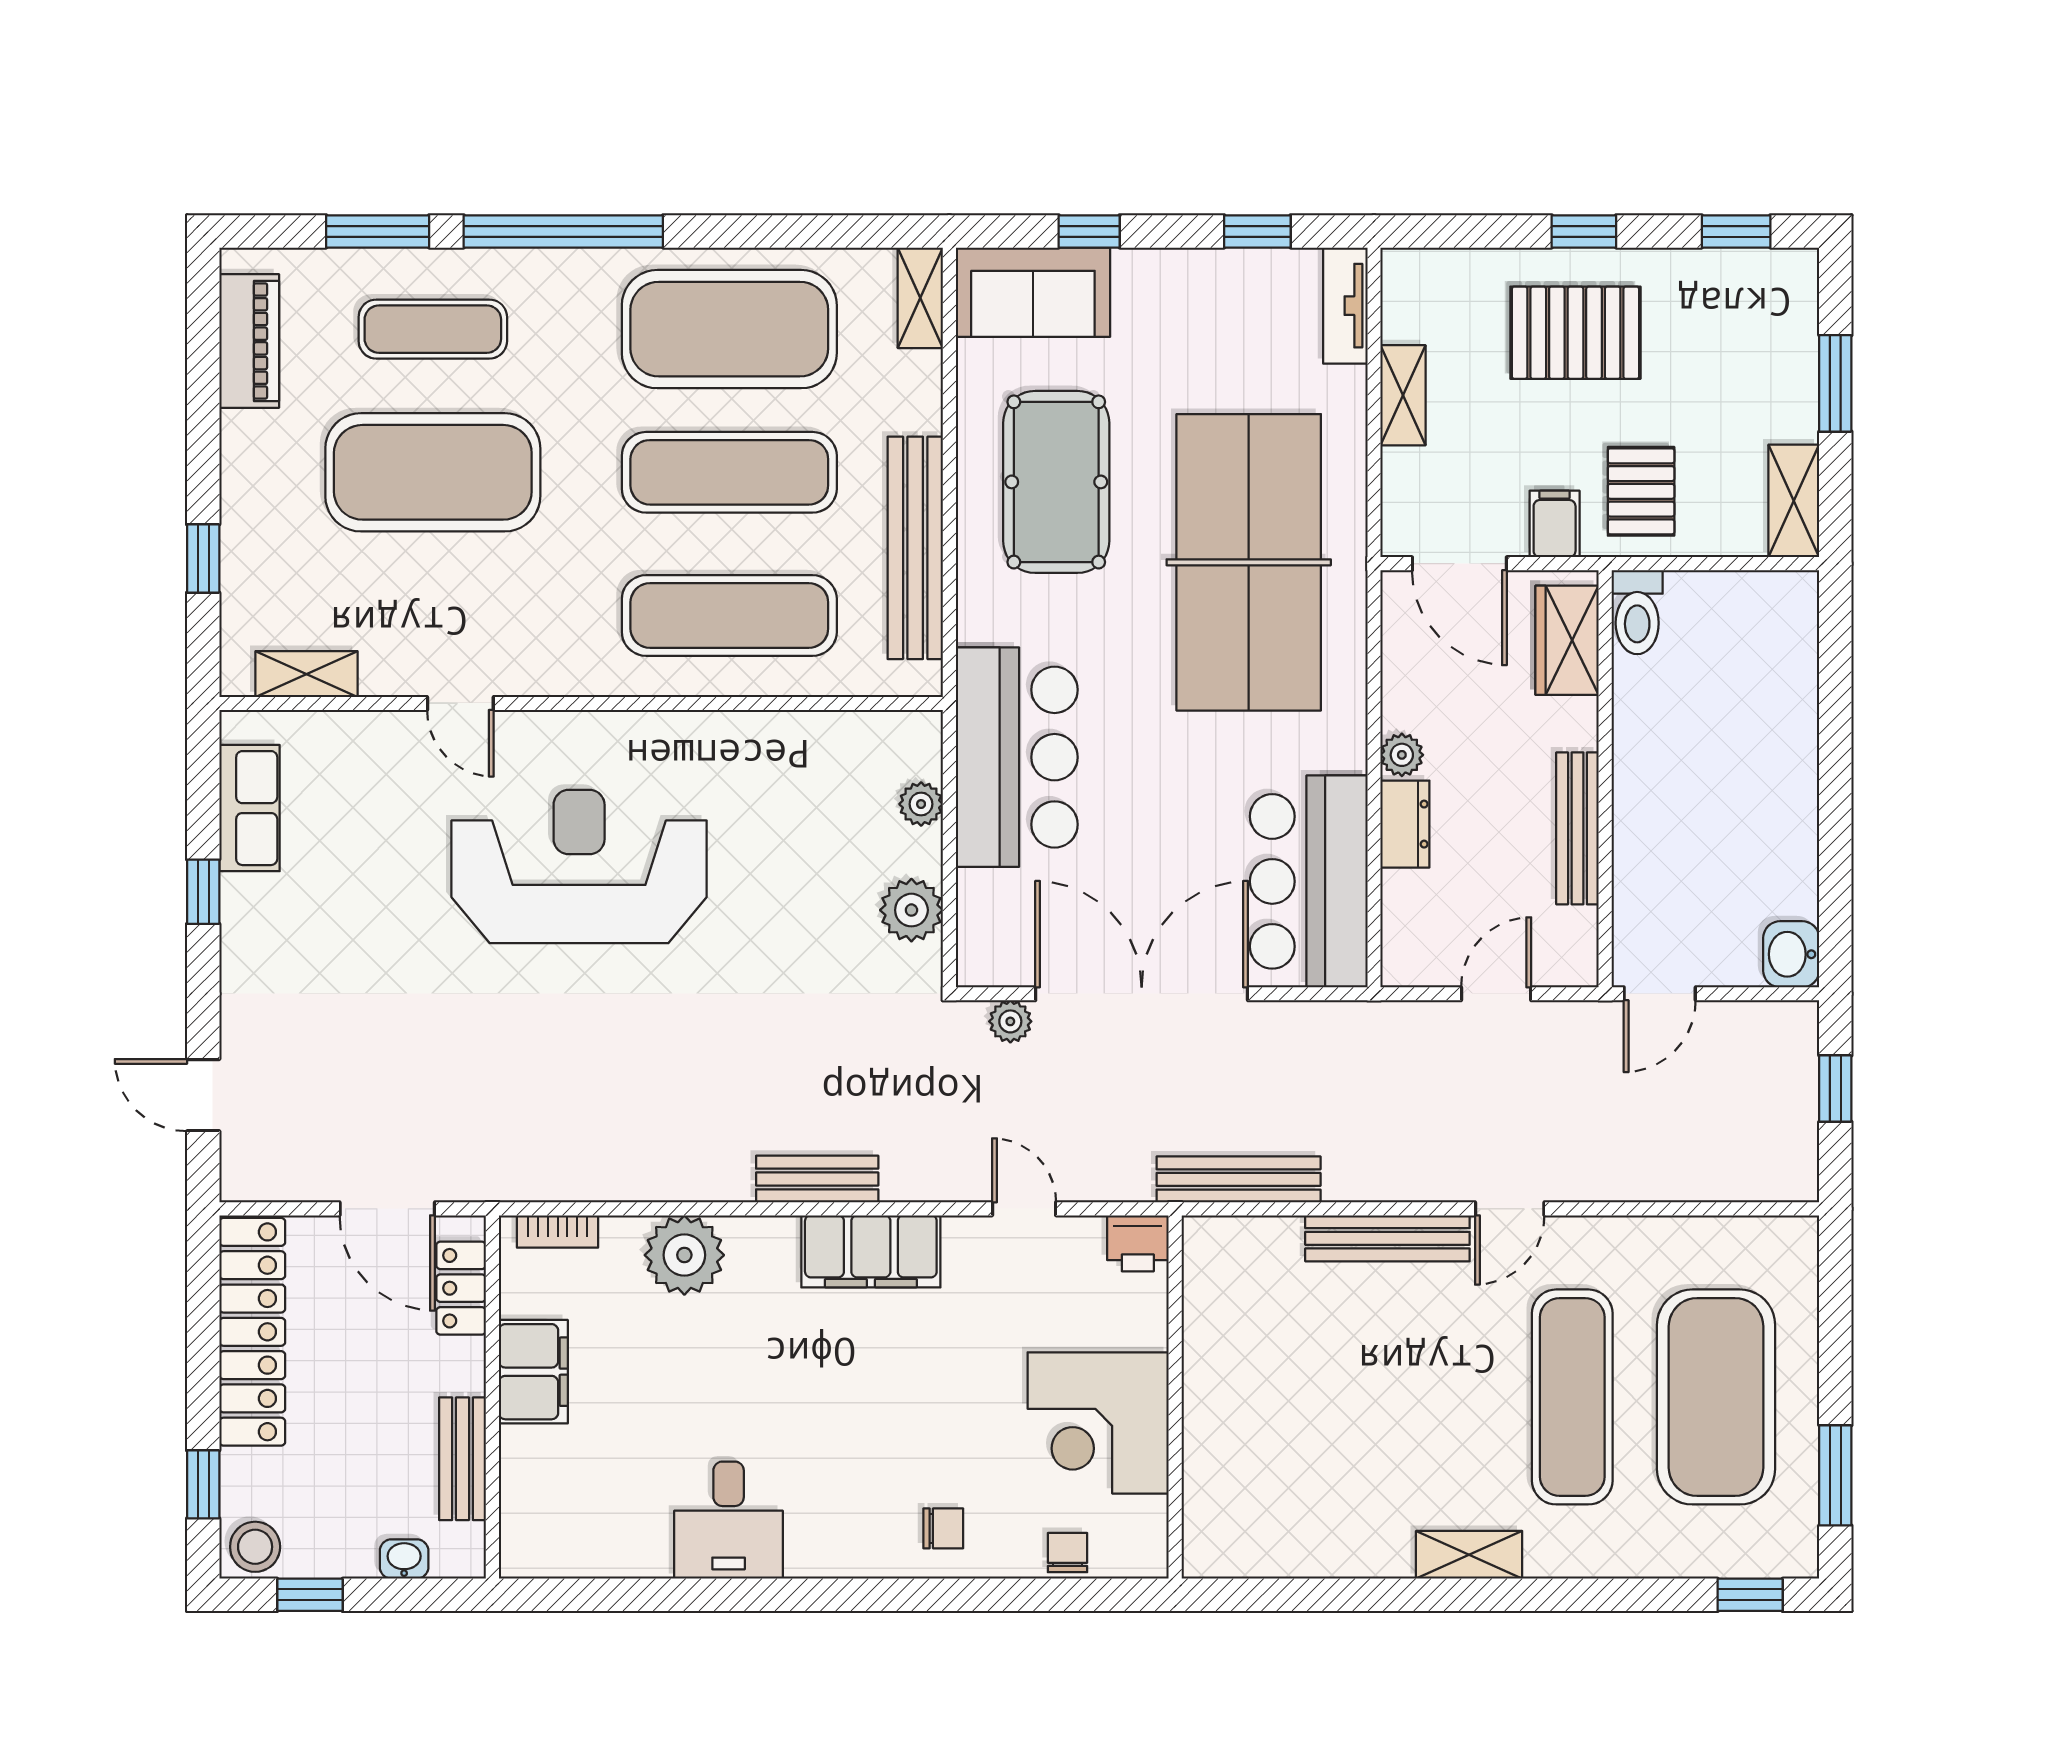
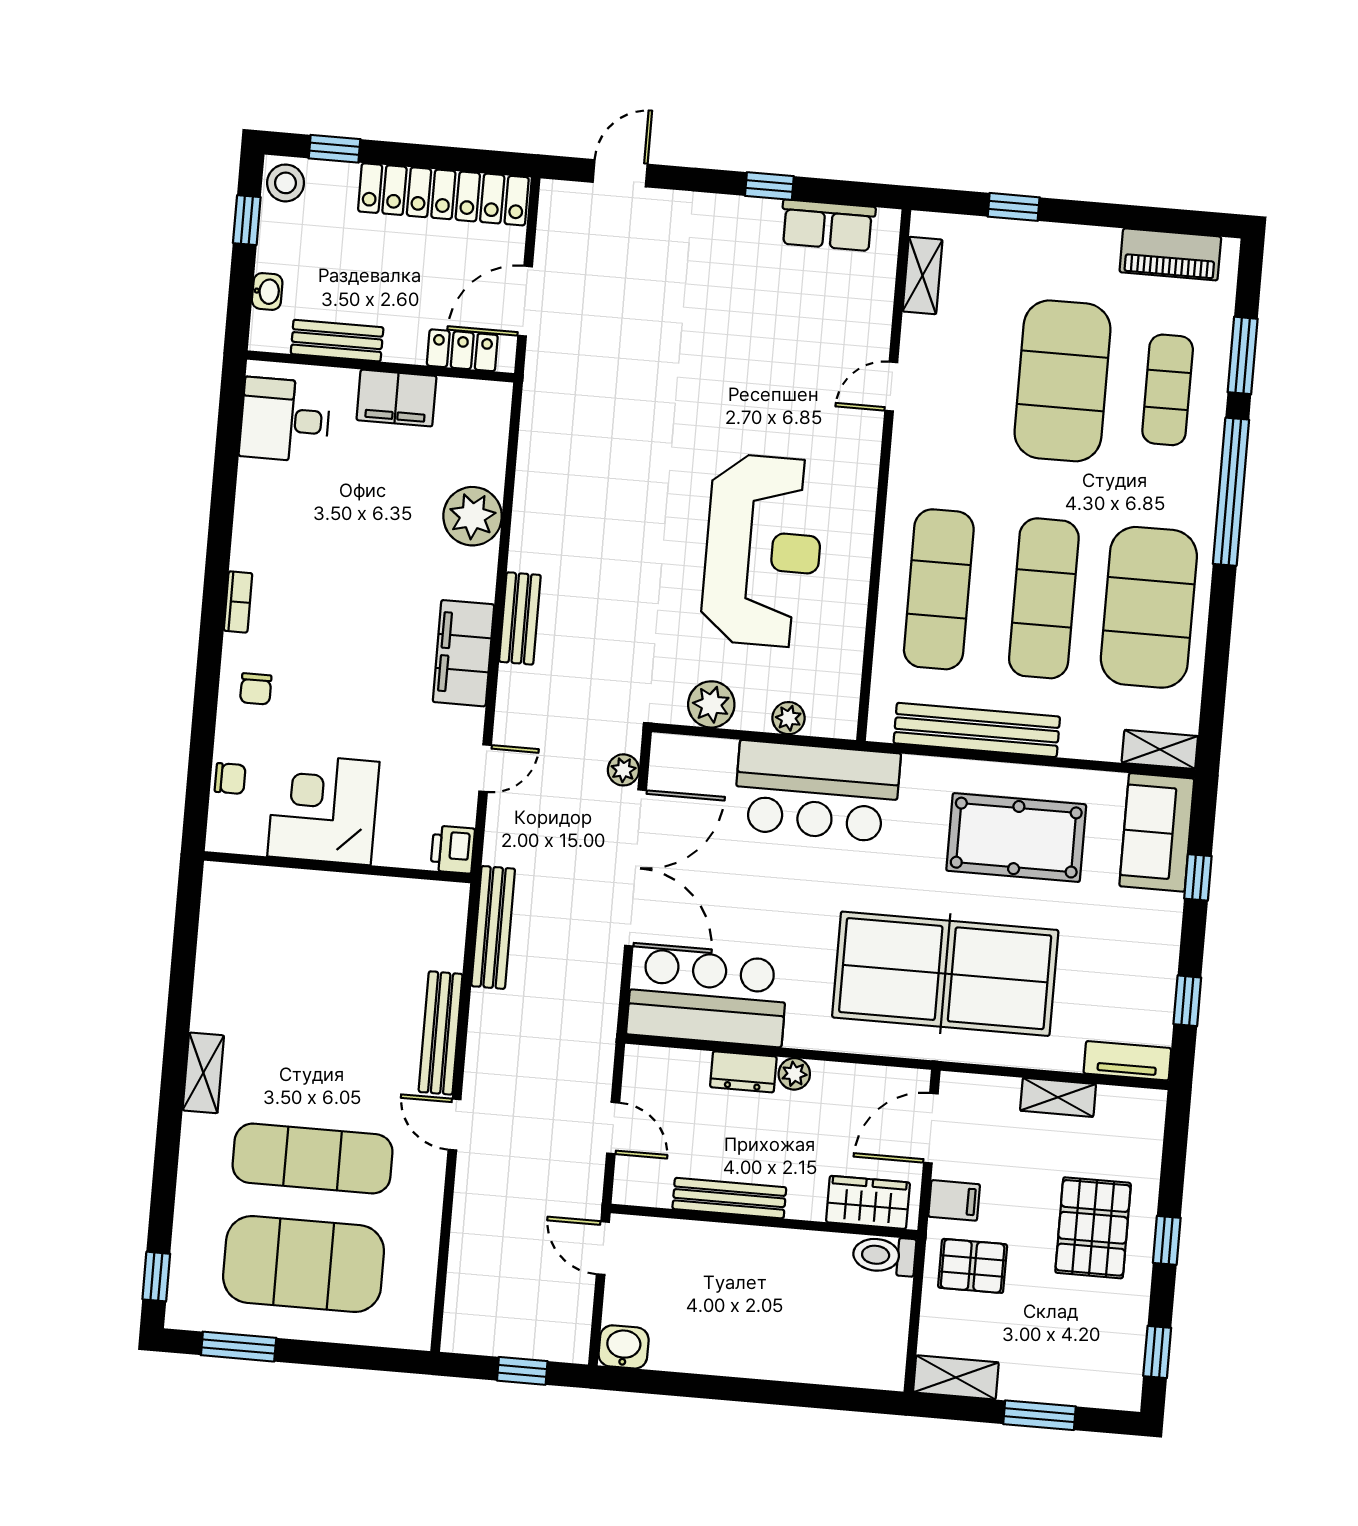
reception desk: (579, 867) -> (763, 551), moved
bookcase: (558, 1231) -> (238, 602), moved, turned 180
desk: (729, 1520) -> (285, 420), moved

